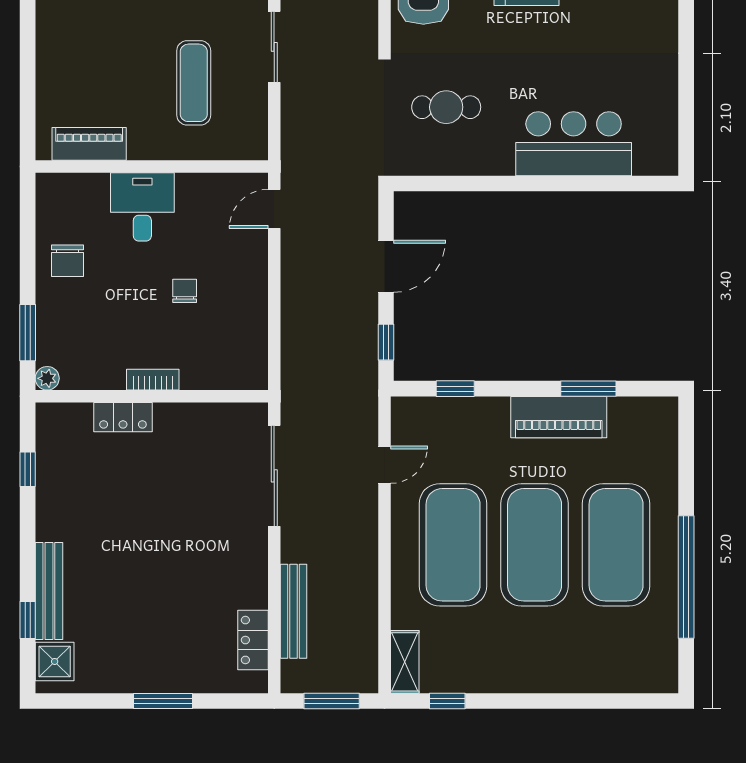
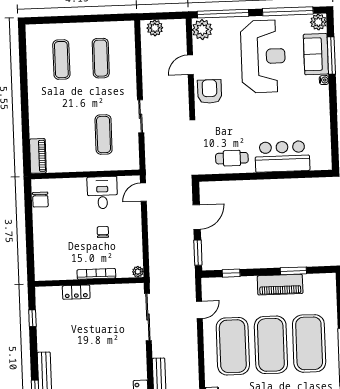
cafe table: (446, 107) -> (232, 158), moved
piano: (89, 144) -> (38, 156), moved, turned 90
desk: (142, 207) -> (102, 193), moved
chair: (68, 261) -> (40, 200), moved
window: (28, 333) -> (30, 254), removed
window: (386, 342) -> (198, 253), width x1.50
plant: (47, 378) -> (138, 272), moved
bookcase: (153, 380) -> (96, 274), width x1.56

